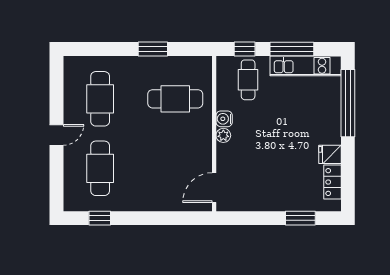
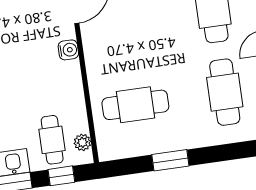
water cooler: (224, 119) -> (68, 50), moved
plant: (223, 135) -> (82, 142), moved

